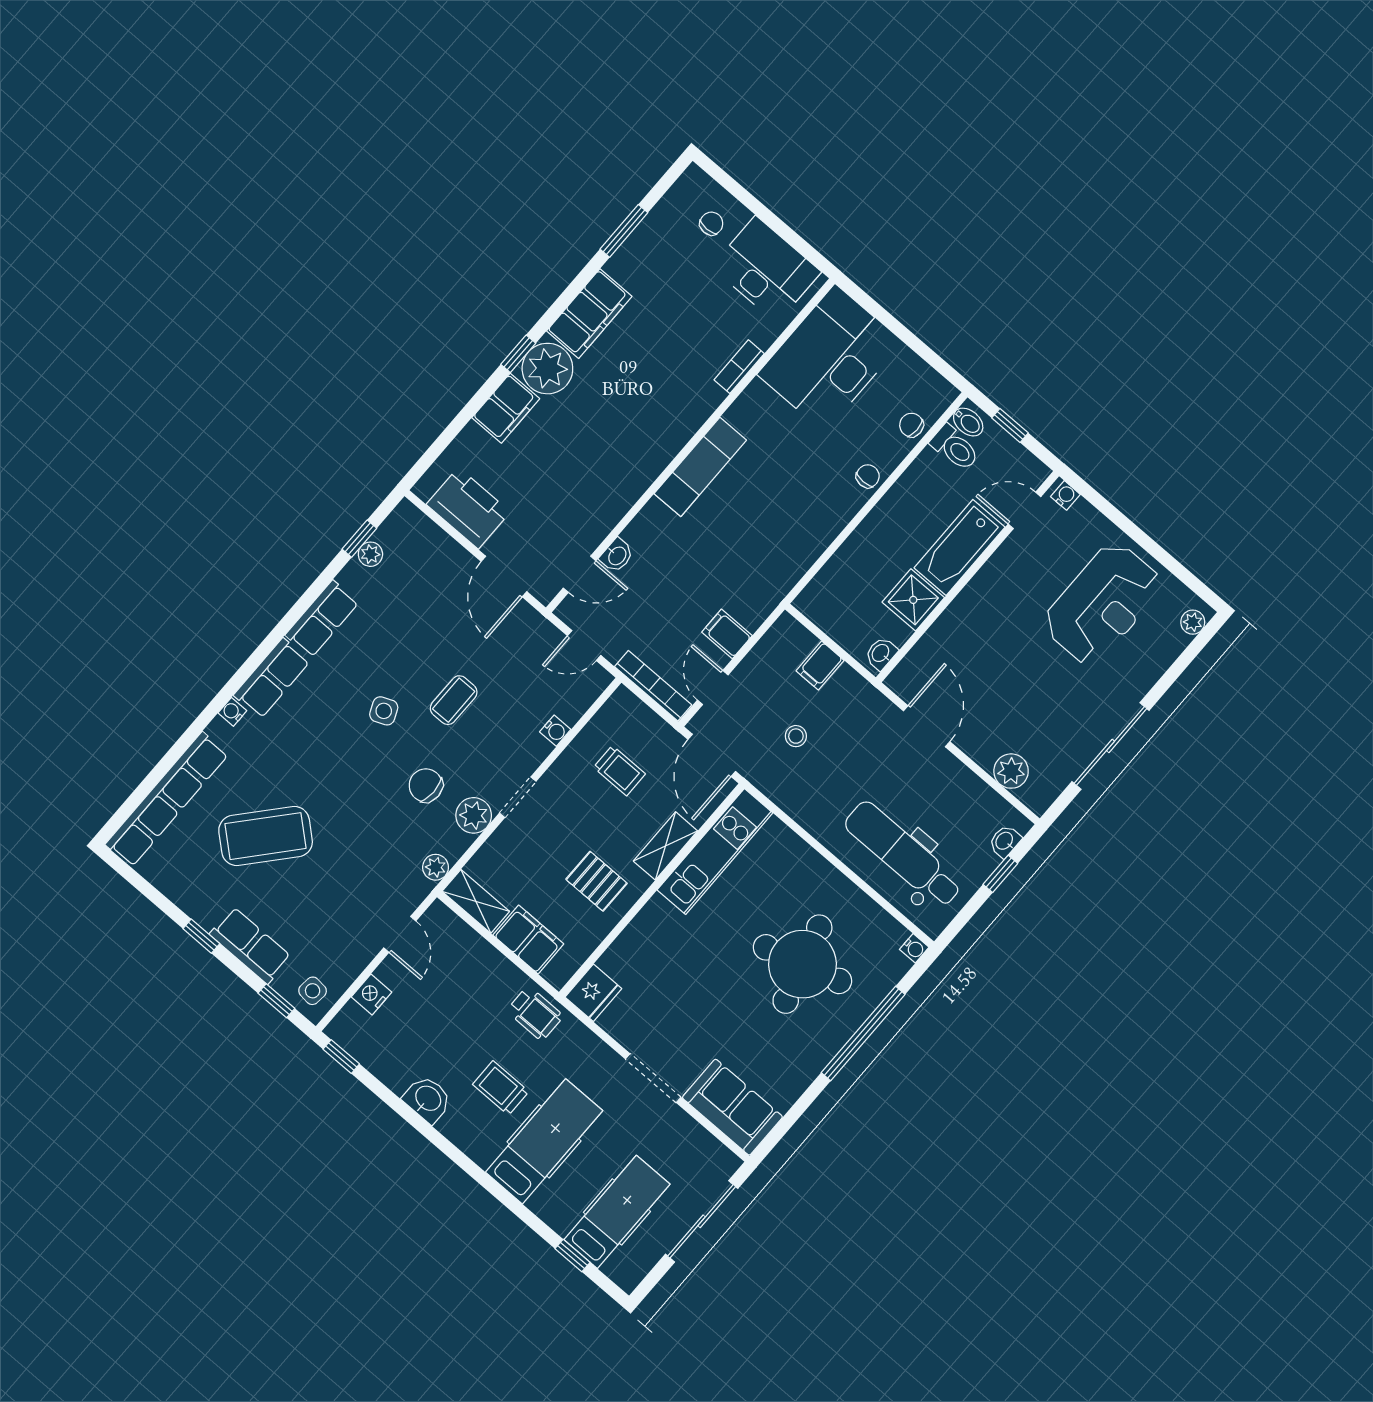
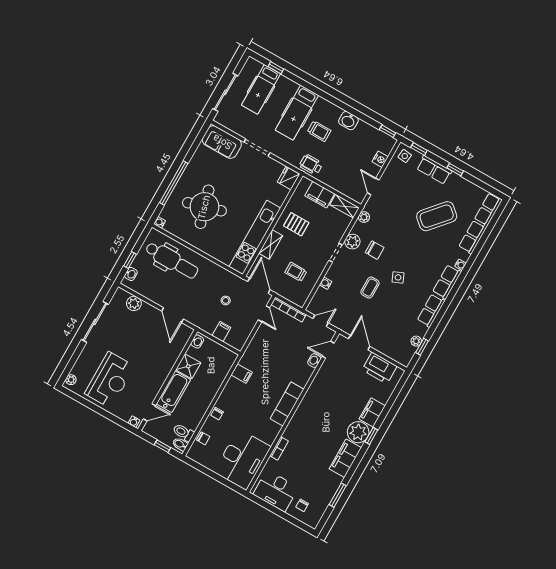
reception desk: (1102, 604) -> (110, 380), turned 180
filing cabinet: (727, 634) -> (242, 374), moved
kitchen unit: (715, 851) -> (255, 237), width x1.36

